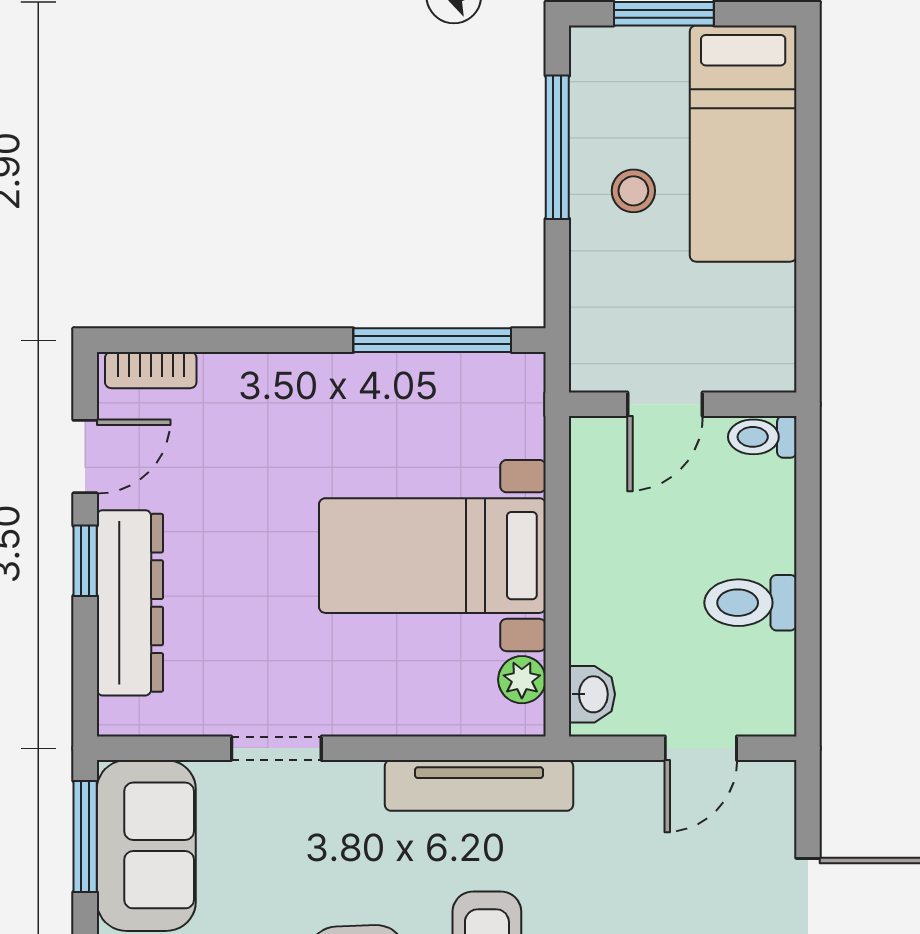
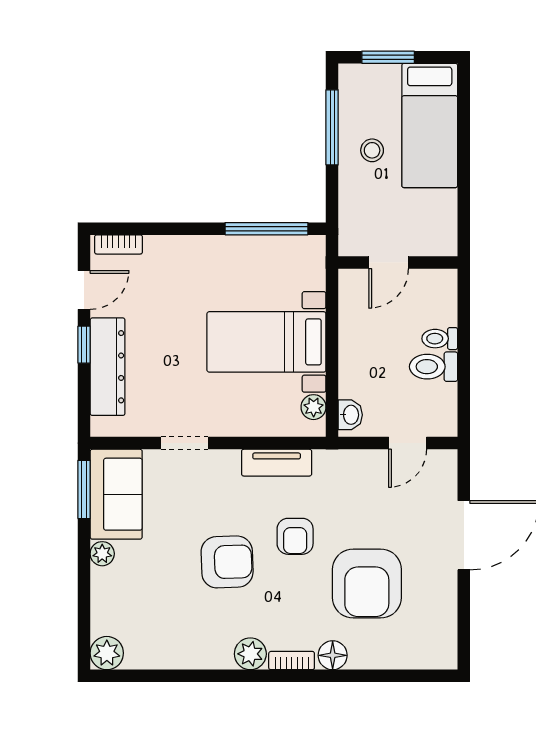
toilet: (762, 437) -> (440, 339), moved
tv unit: (479, 785) -> (277, 463), width x0.71

